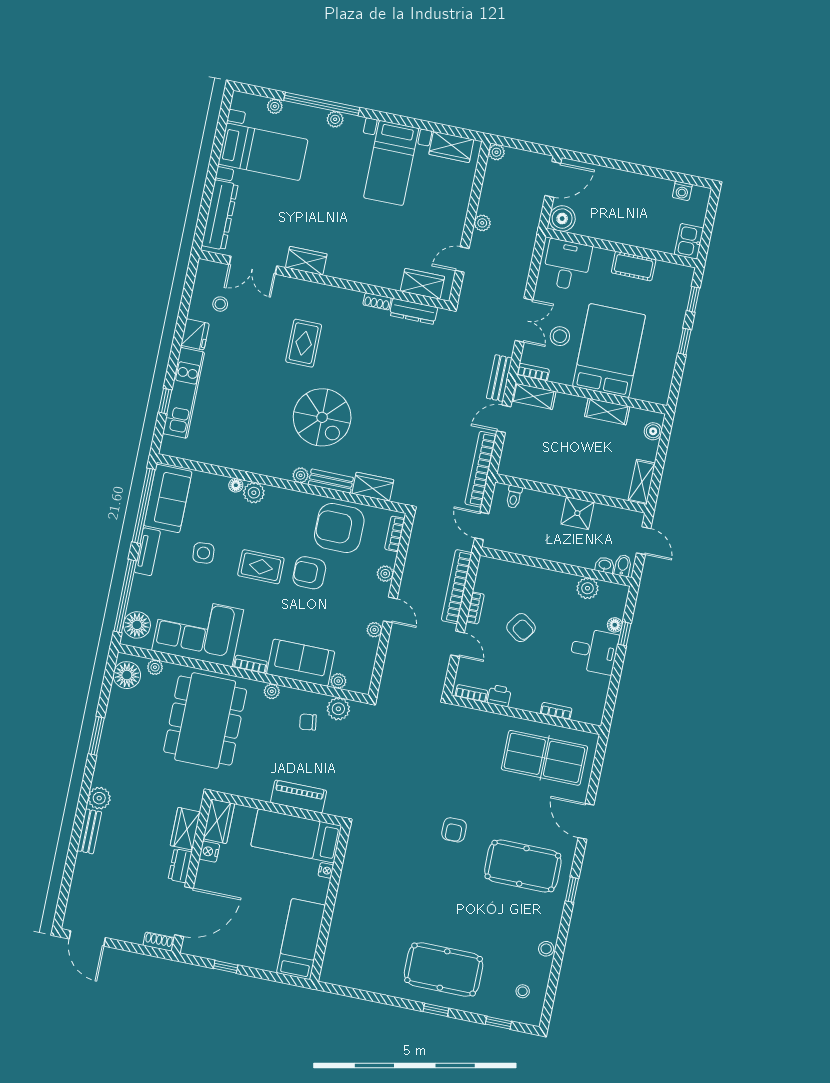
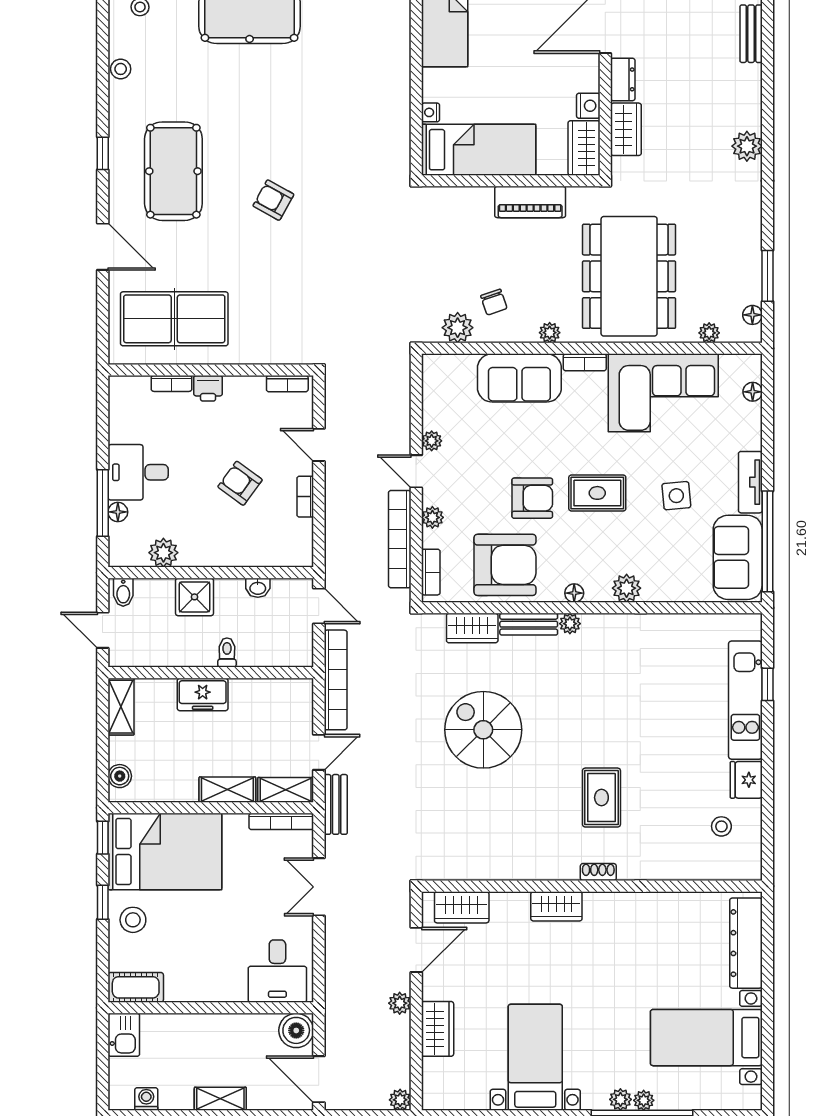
plant: (275, 106) -> (644, 1100), moved
wardrobe: (451, 147) -> (438, 1029), moved, turned 90
door: (553, 179) -> (319, 1079), hinge flipped
shelving: (628, 180) -> (220, 1099), added
door: (462, 259) -> (416, 950), width x1.38
wardrobe: (306, 261) -> (556, 906), moved
double door: (253, 265) -> (689, 886), removed
cot: (634, 266) -> (136, 987), moved
window: (693, 299) -> (103, 838), moved
shoe rack: (377, 301) -> (598, 872), moved
dresser: (414, 311) -> (466, 869), removed
stool: (560, 336) -> (133, 920), moved
bed: (609, 351) -> (165, 852), moved, turned -90
bookcase: (533, 372) -> (281, 821), width x1.56
shelving: (607, 412) -> (227, 790), moved
spiral stairs: (322, 417) -> (483, 730), moved
freezer: (580, 479) -> (203, 694), added
floor lamp: (236, 485) -> (574, 593), moved
toilet: (514, 497) -> (227, 653), moved
shower: (577, 513) -> (195, 597), moved
washbasin: (605, 565) -> (258, 588), moved
bookcase: (457, 587) -> (400, 539), moved, turned 180
window: (125, 596) -> (767, 418), removed
floor lamp: (137, 625) -> (753, 392), width x0.53, depth x0.53
window: (625, 634) -> (103, 503), width x2.17
floor lamp: (127, 675) -> (752, 315), width x0.53, depth x0.53
plant: (338, 681) -> (465, 364), removed
printer: (499, 696) -> (208, 388), moved
chair: (308, 722) -> (494, 302), turned 79
window: (96, 736) -> (767, 276), moved
piano: (299, 796) -> (530, 202), moved
armchair: (454, 830) -> (273, 200), turned -61
bench: (89, 831) -> (751, 34), moved
pool table: (523, 866) -> (173, 171), turned 90

